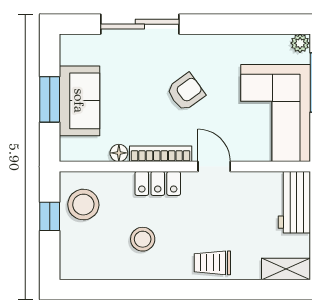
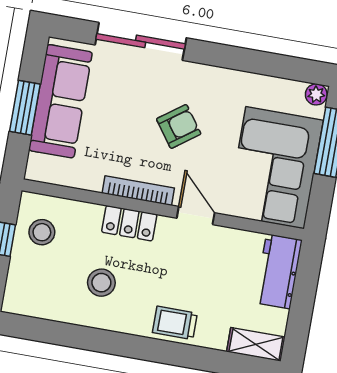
sofa: (79, 101) -> (60, 101), width x1.36
floor lamp: (119, 153) -> (92, 181), removed
stool: (83, 205) -> (42, 232), width x0.73, depth x0.73

